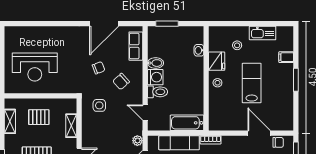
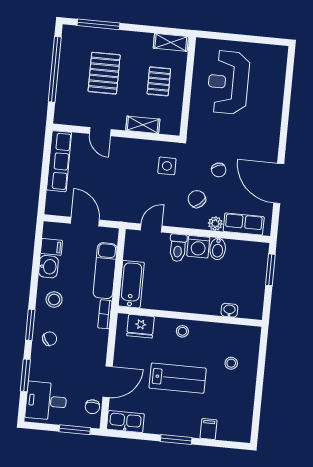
kitchen sink: (263, 33) -> (125, 422), moved, turned 90
fridge: (217, 61) -> (141, 326), moved
shelving: (10, 121) -> (171, 42), moved
plant: (137, 141) -> (215, 224), moved

